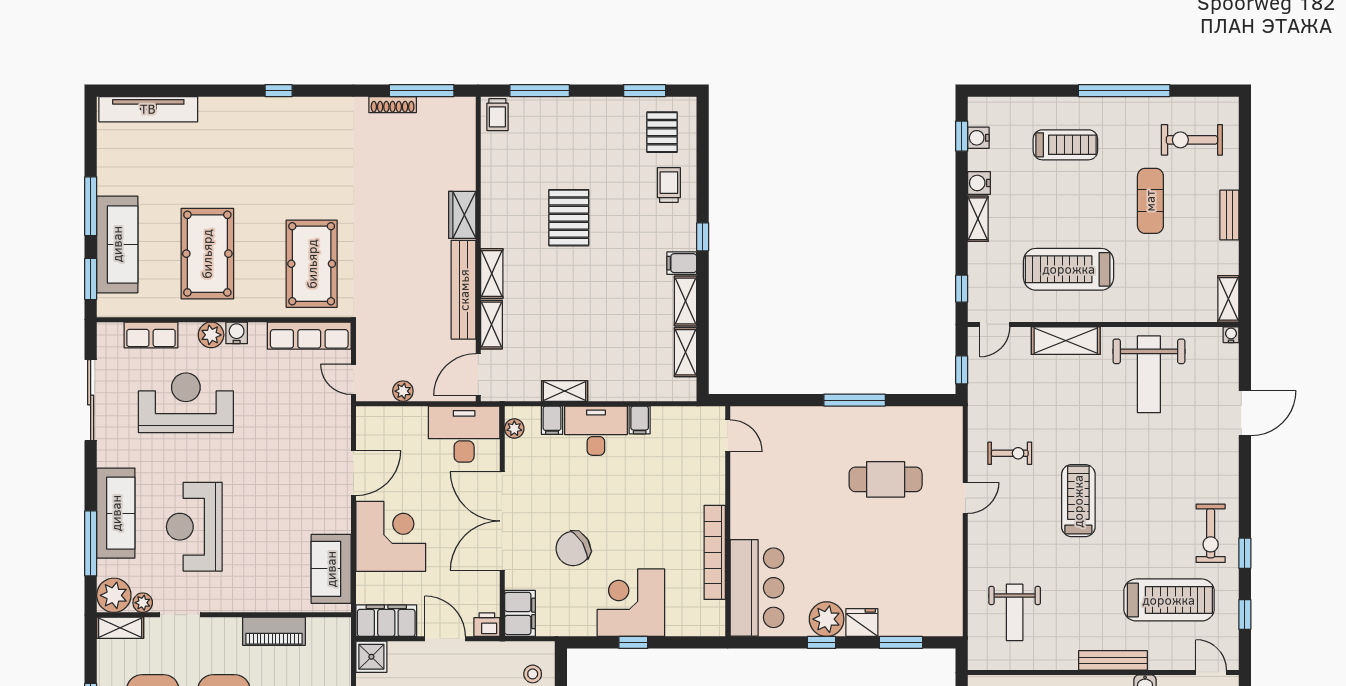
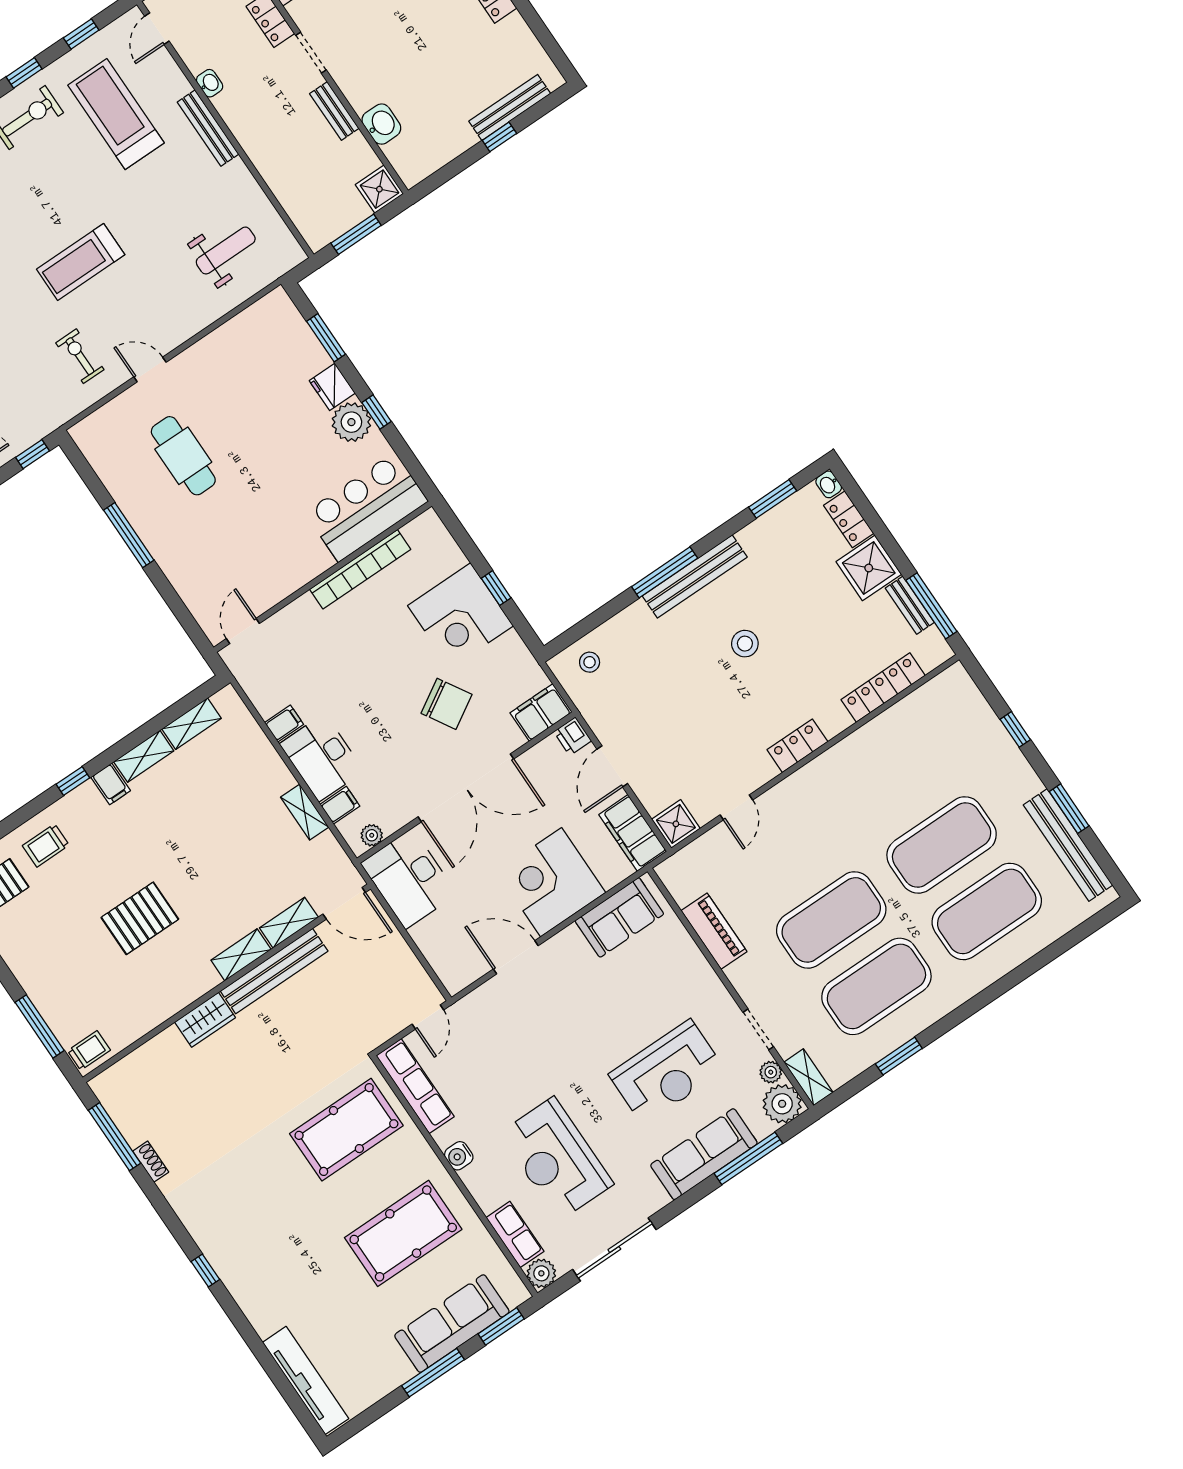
shoe rack: (393, 105) -> (151, 1162), width x0.70
plant: (211, 335) -> (541, 1273), moved
plant: (403, 391) -> (407, 963), removed

